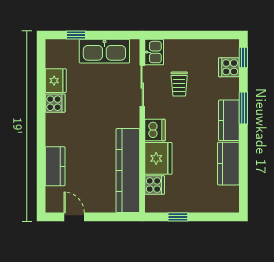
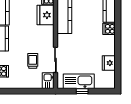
window: (76, 35) -> (82, 91), moved
cooker: (55, 103) -> (109, 29), moved
dishwasher: (155, 130) -> (48, 33), removed

